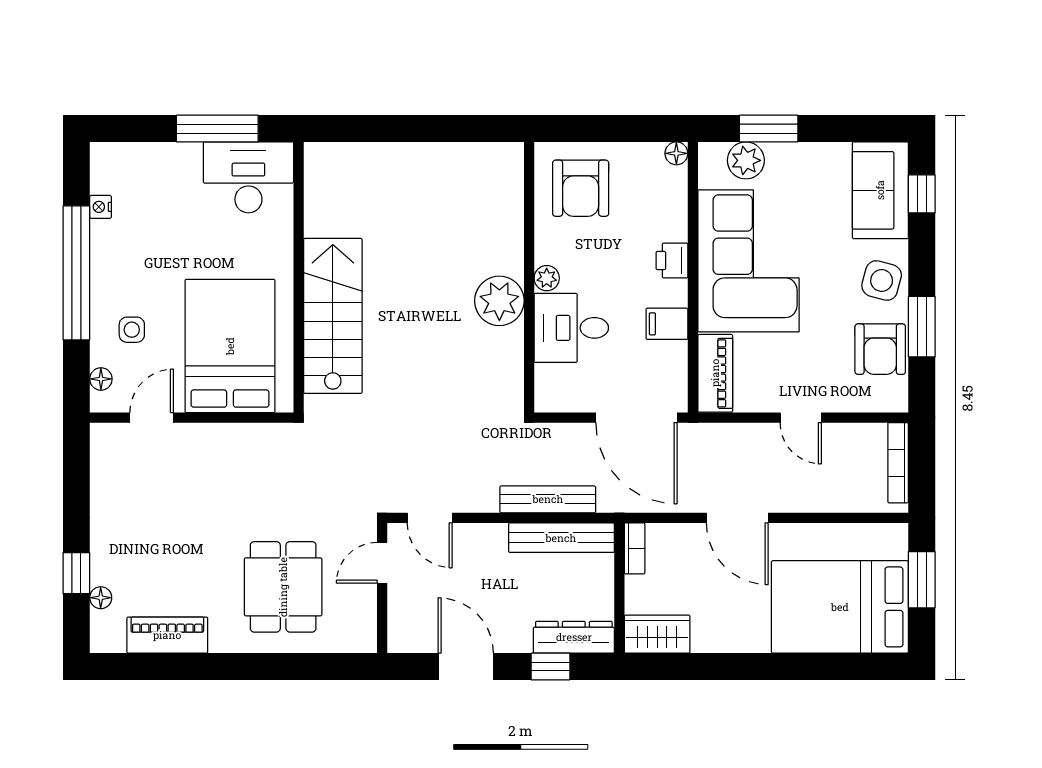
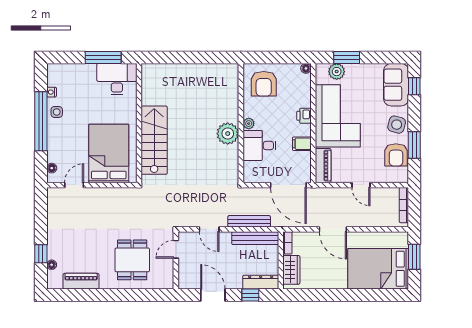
side table: (132, 330) -> (57, 112), moved
door: (430, 518) -> (209, 229), moved
wardrobe: (657, 634) -> (291, 270), moved, turned 90

